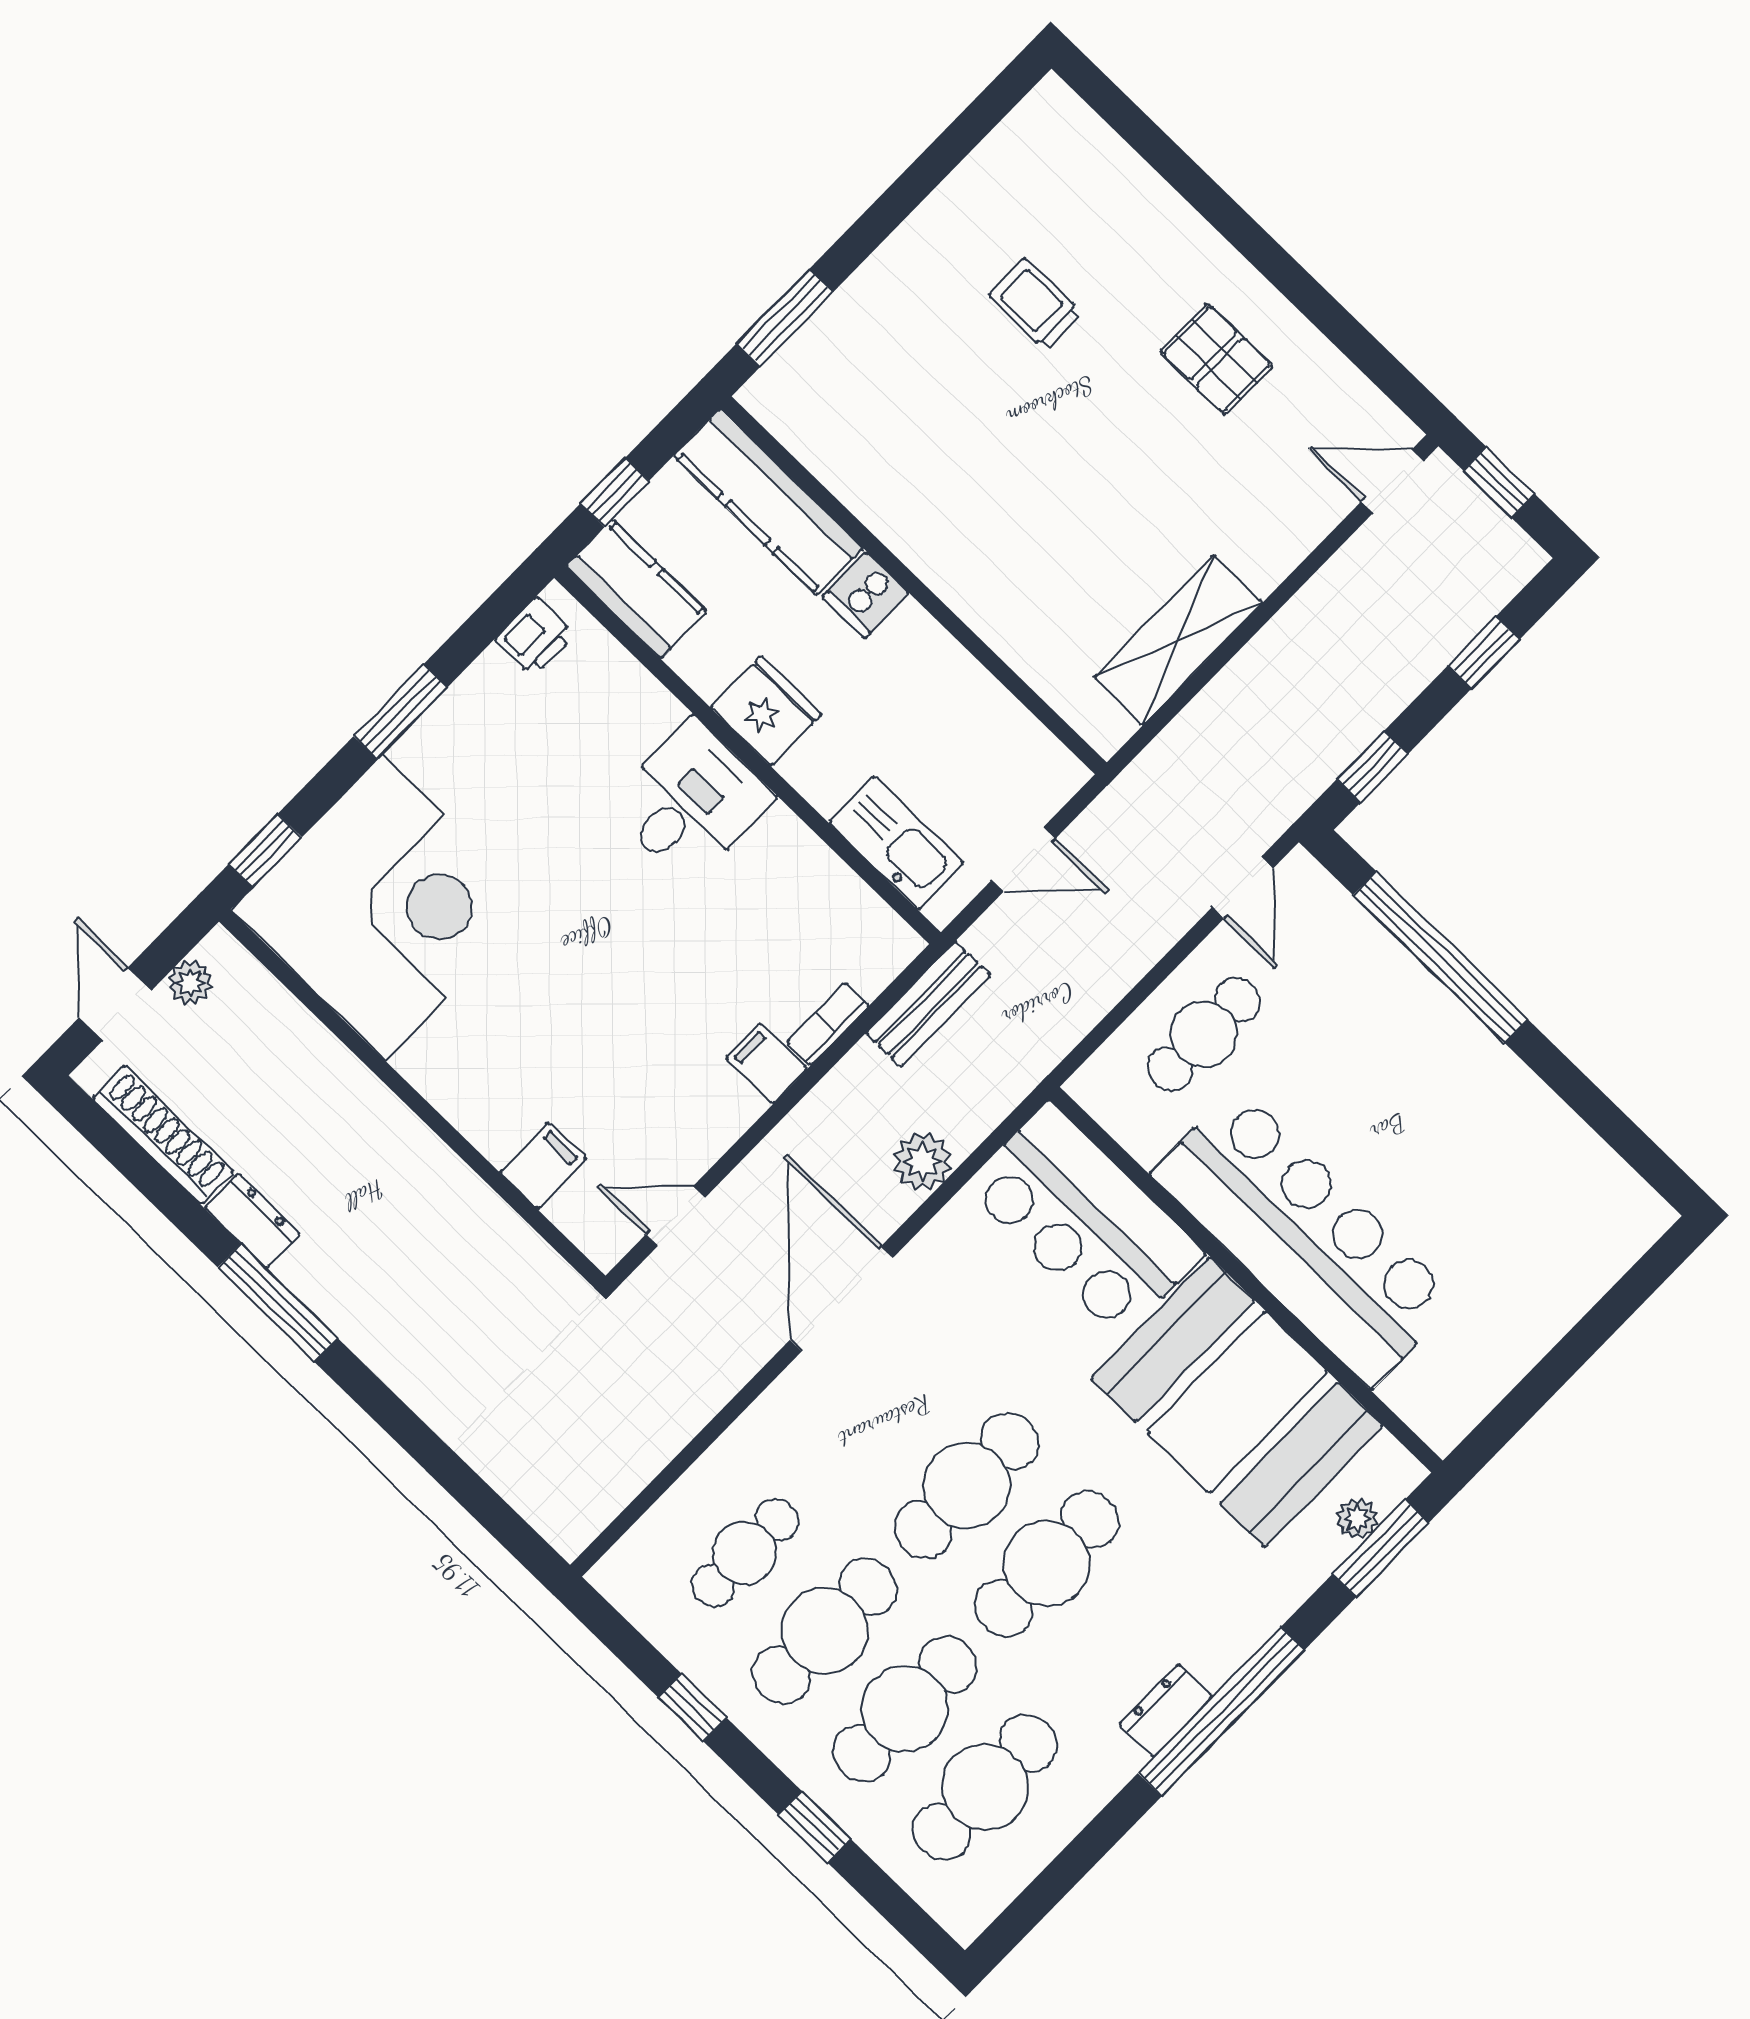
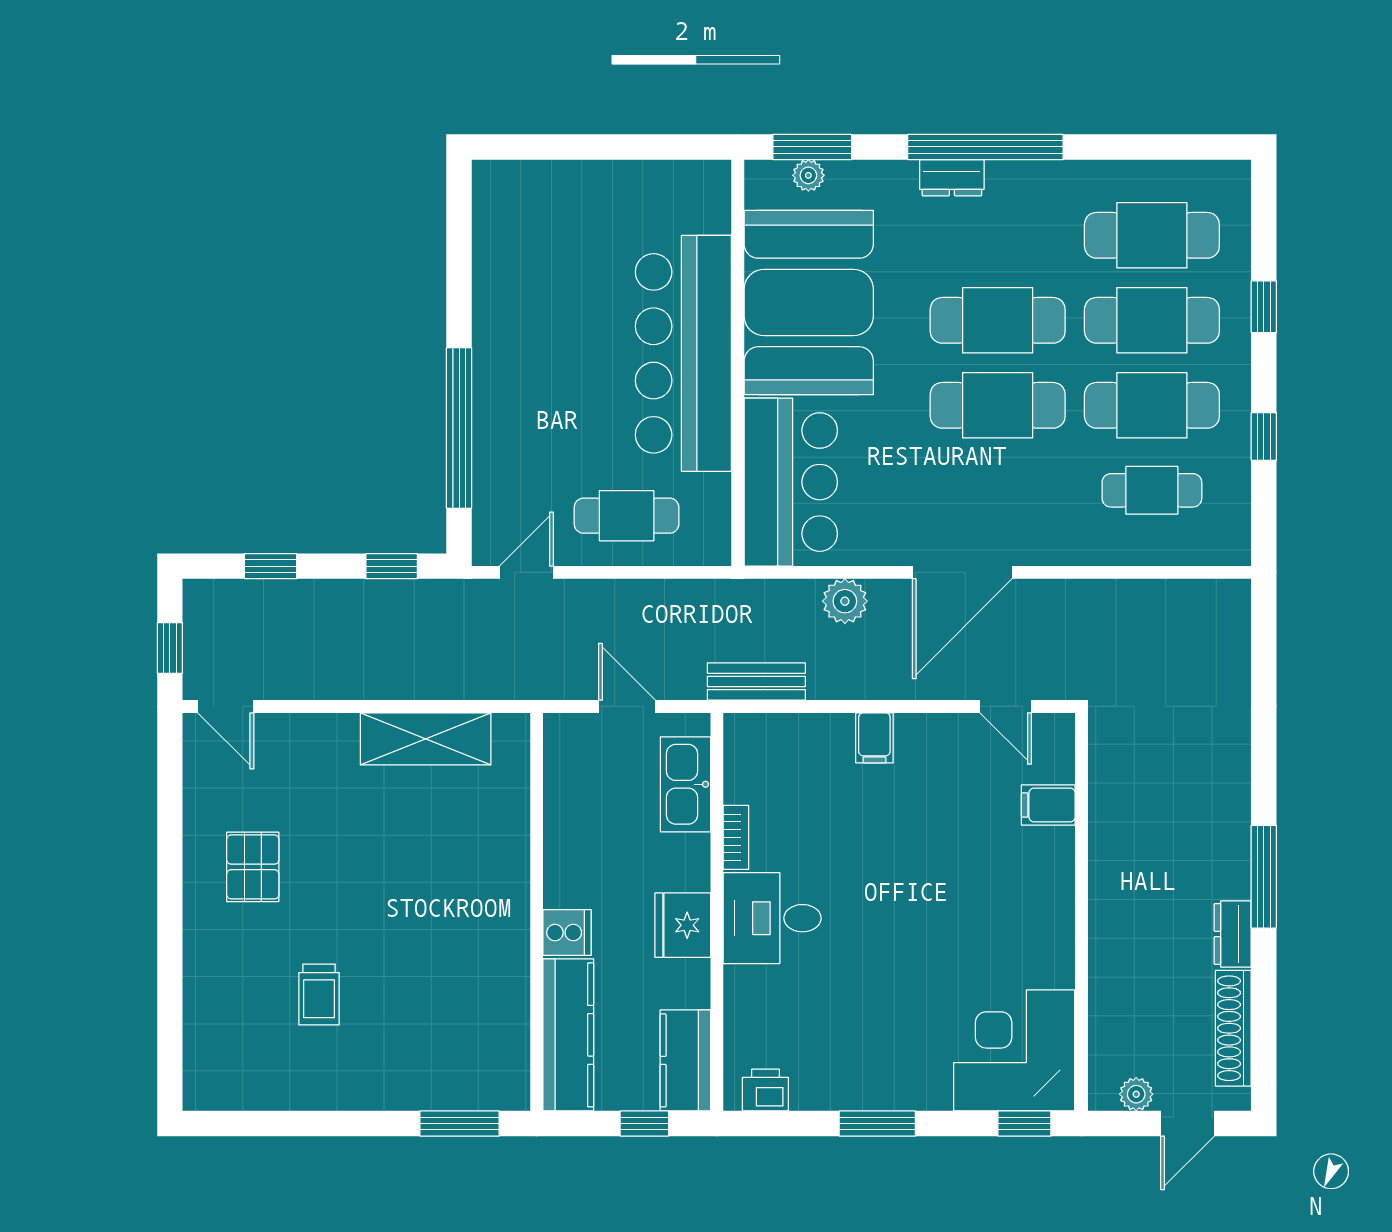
corner desk: (384, 907) -> (1014, 1050), width x0.74, depth x0.74
bookcase: (828, 1024) -> (736, 837), moved, turned -90
dresser: (1166, 1710) -> (952, 178), moved

